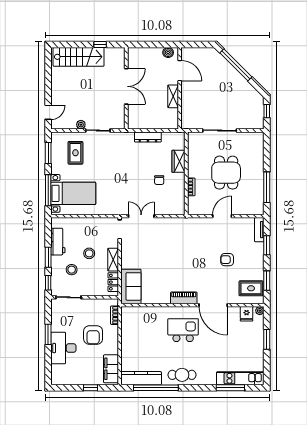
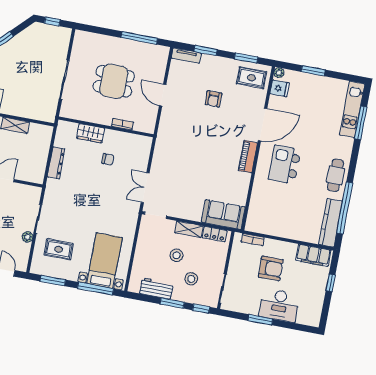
rug: (251, 288) -> (251, 78), turned 90

